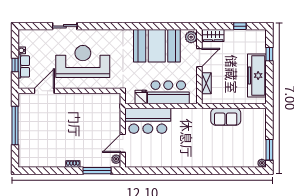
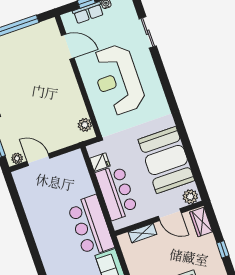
sliding door: (65, 26) -> (148, 32), moved
reception desk: (83, 61) -> (118, 80), turned 180
plant: (108, 99) -> (85, 125), added
bar counter: (148, 121) -> (91, 226), moved

